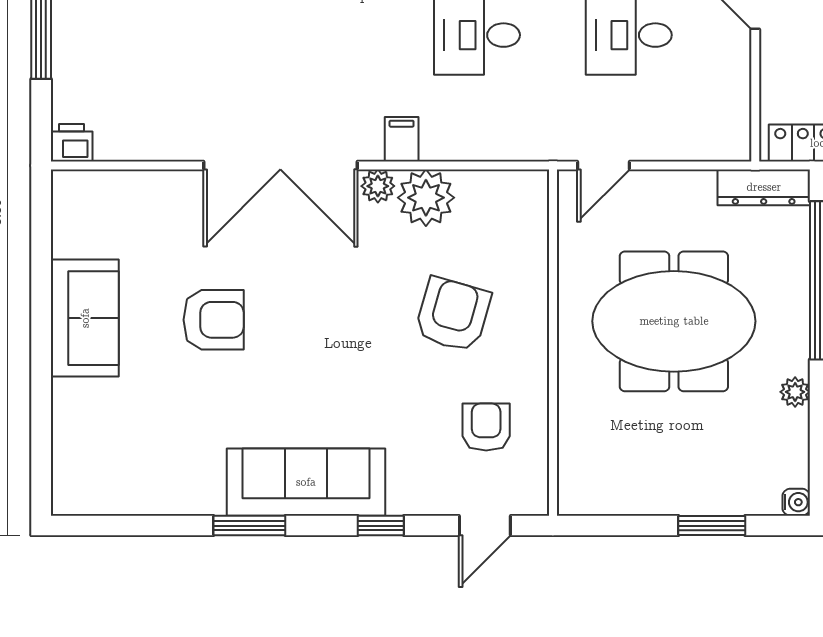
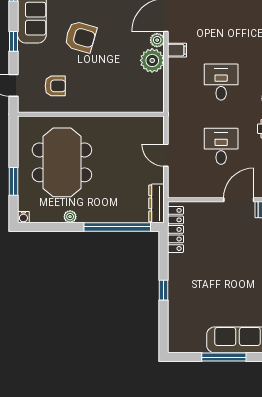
door: (603, 165) -> (166, 155), moved
armchair: (453, 315) -> (81, 37), moved
meeting table: (674, 321) -> (62, 162), moved

